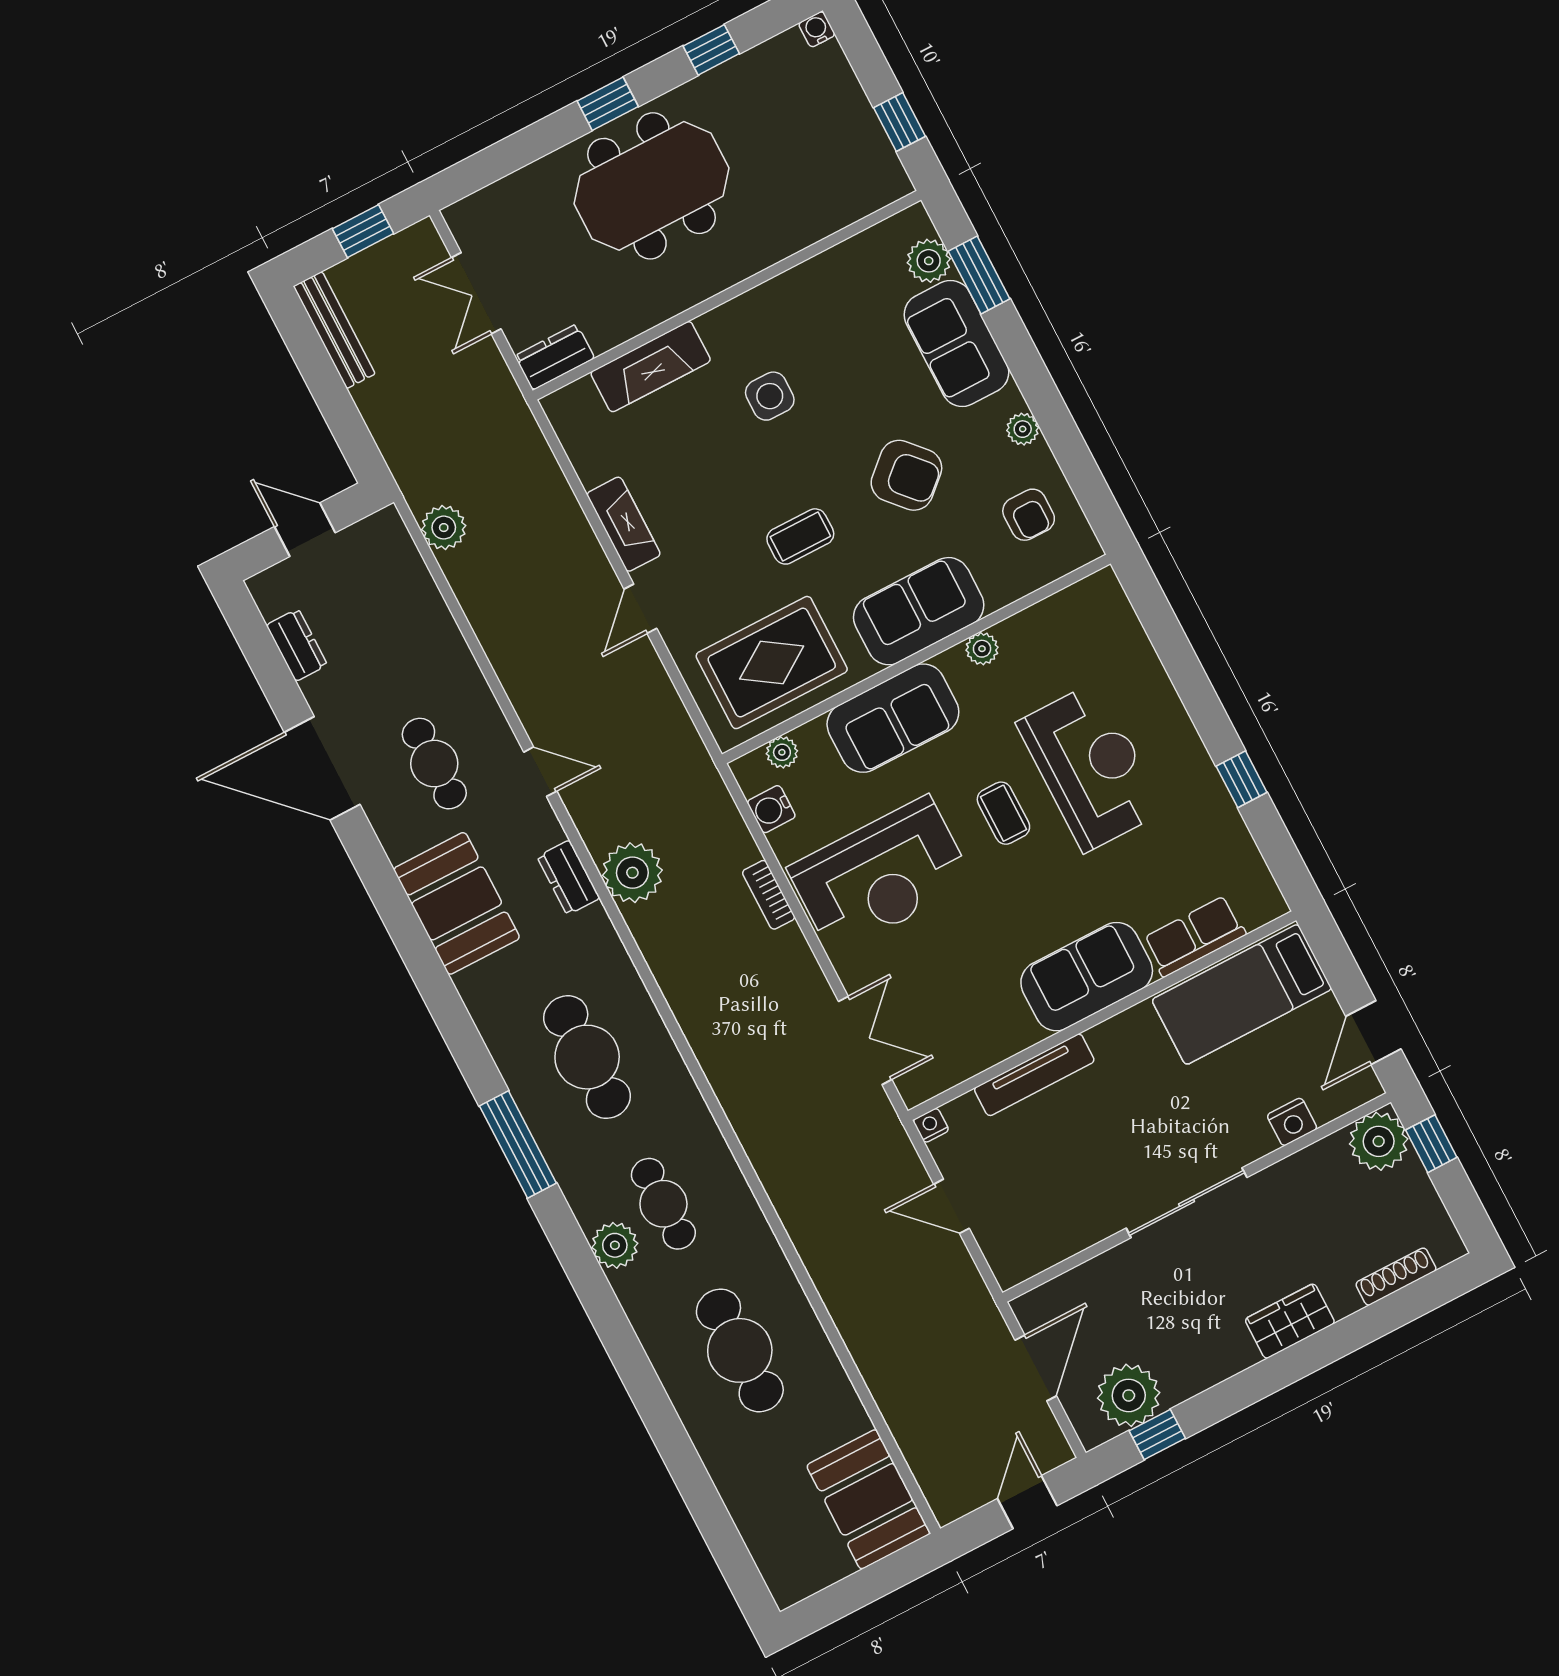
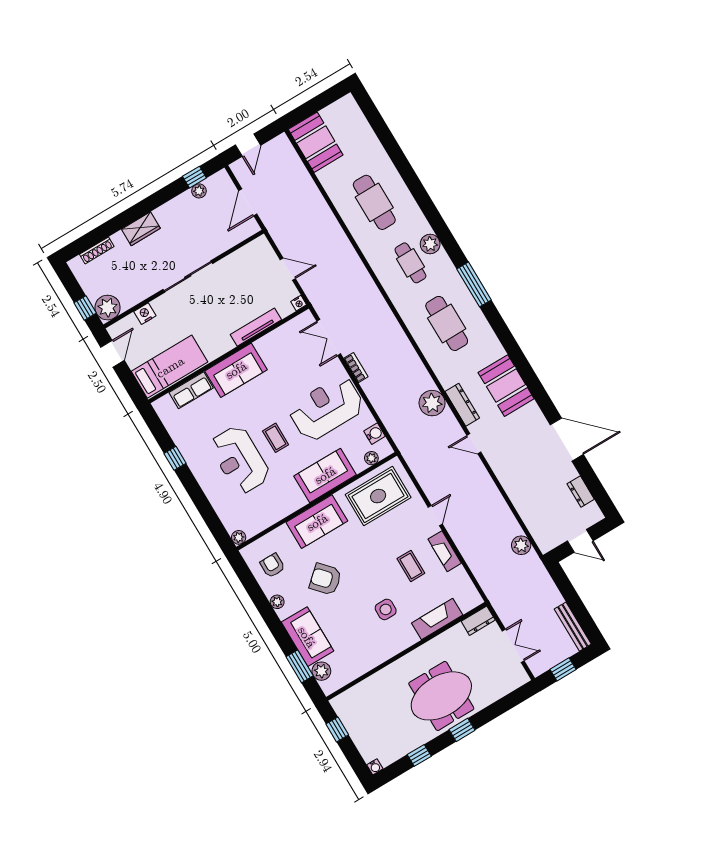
coffee table: (800, 536) -> (411, 566), moved, turned 90
plant: (982, 649) -> (239, 537), moved
cafe table: (434, 764) -> (519, 445), removed
dresser: (569, 877) -> (462, 405), width x1.44
bookcase: (769, 895) -> (356, 368), moved
plant: (1129, 1395) -> (199, 191), width x0.53, depth x0.53

